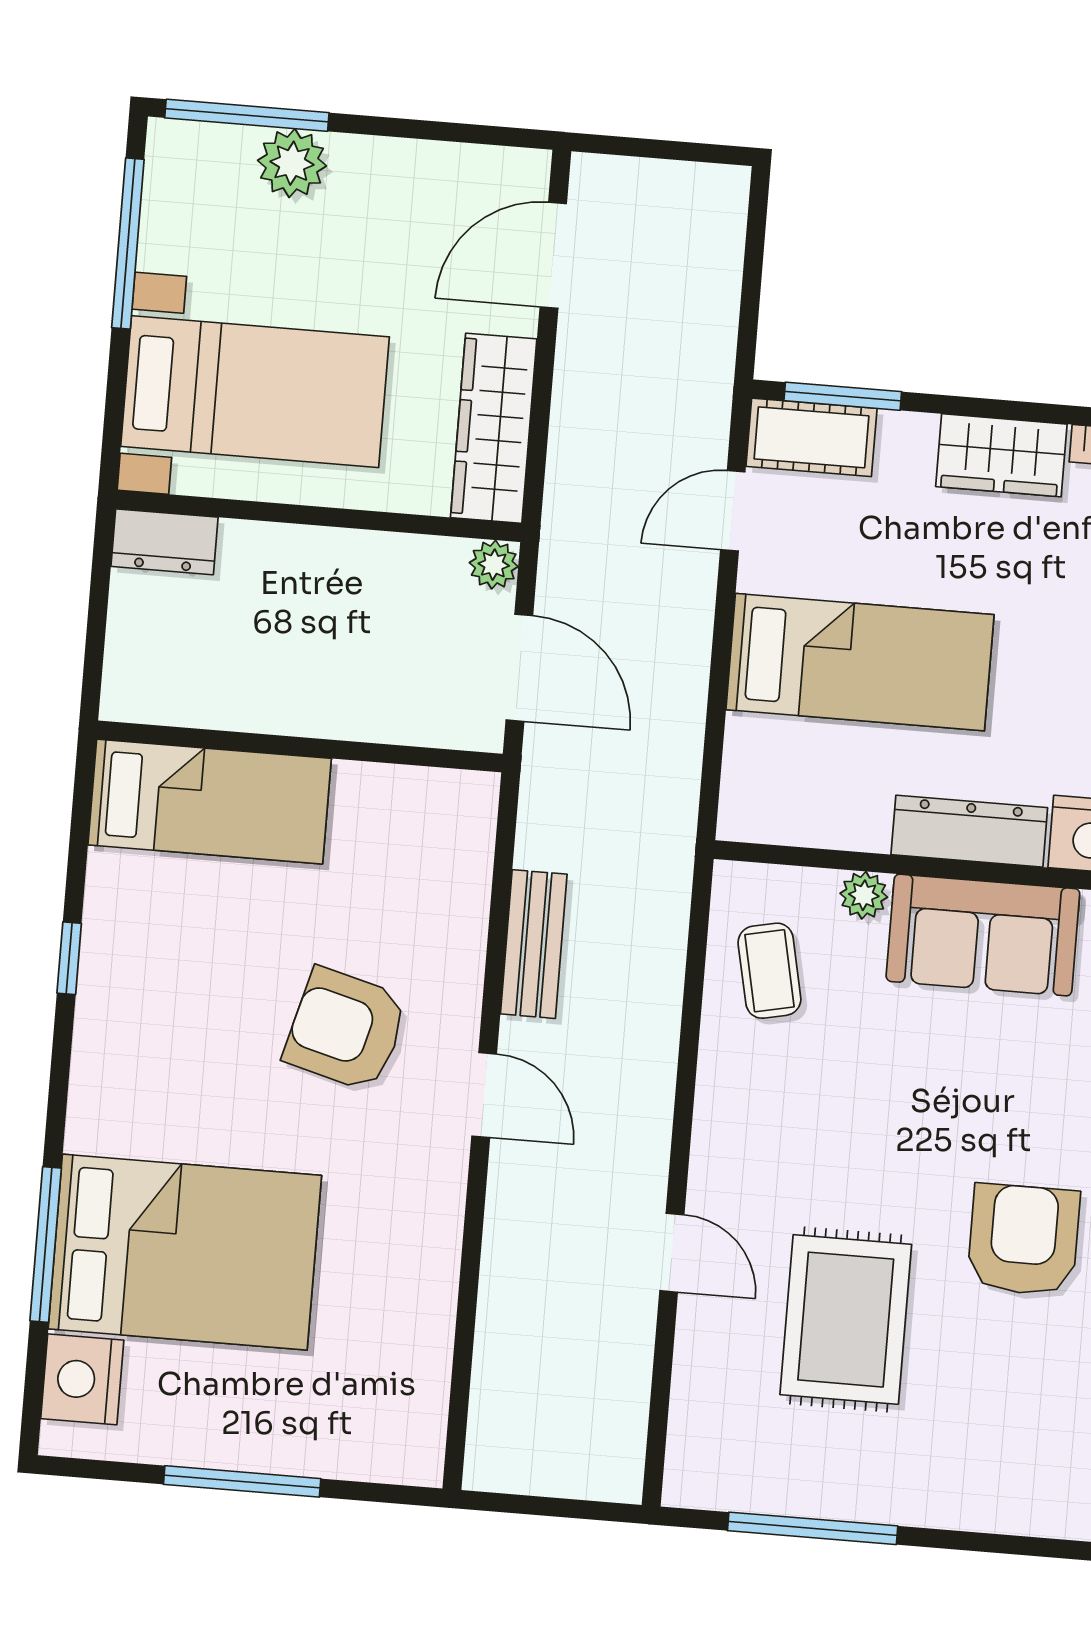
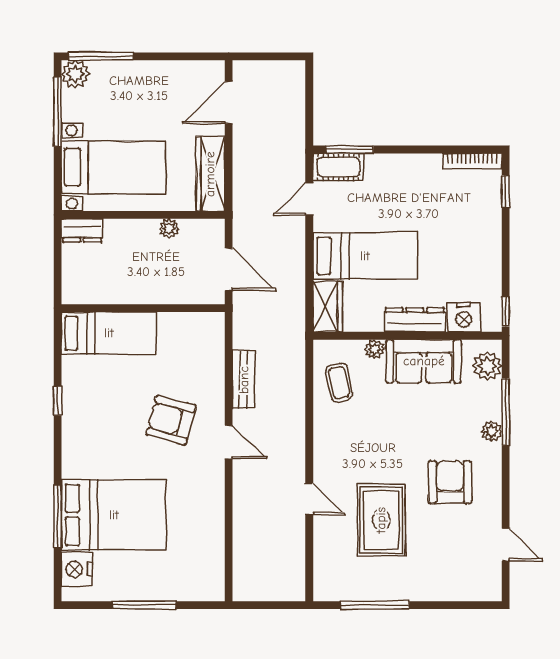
plant: (292, 163) -> (75, 74), moved
wardrobe: (1001, 455) -> (328, 307), moved, turned -90
plant: (494, 565) -> (169, 229), moved

